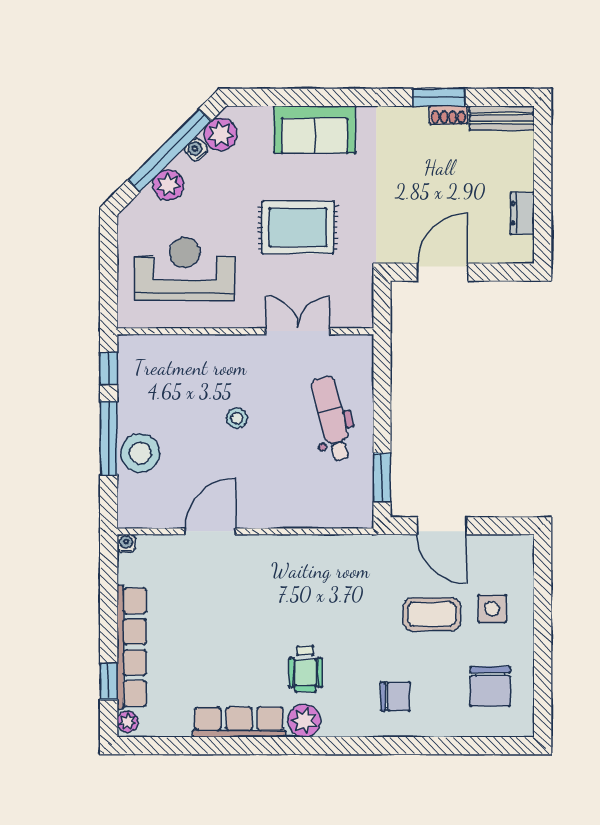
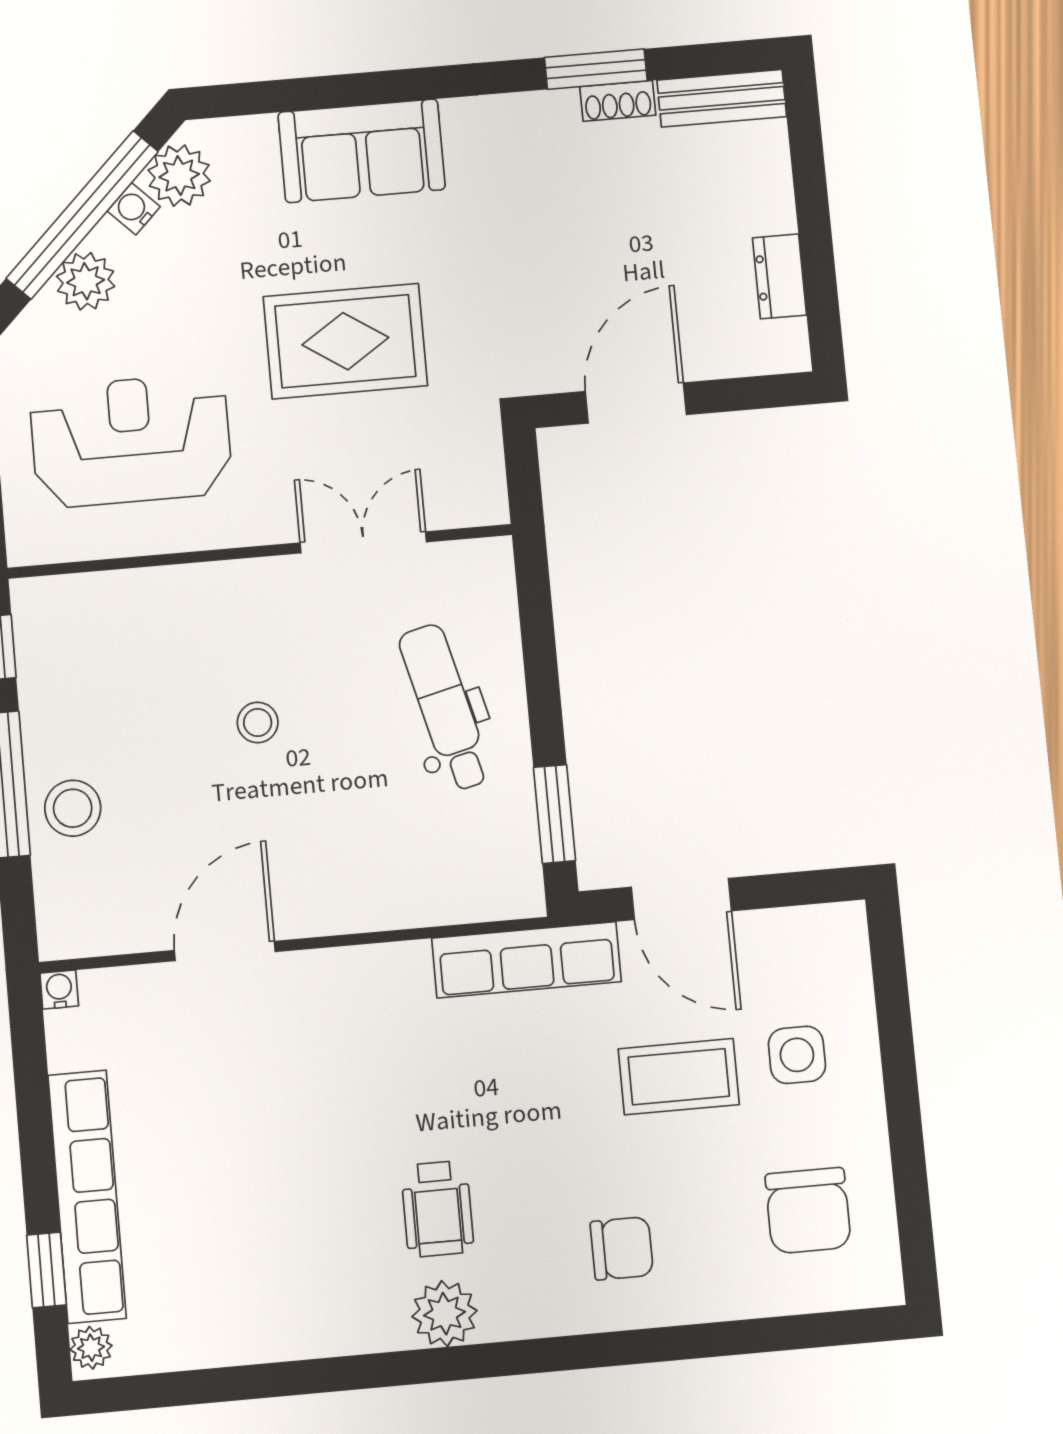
stool: (140, 453) -> (73, 808), width x0.73, depth x0.73
row of seats: (239, 722) -> (526, 960), moved, turned 180

